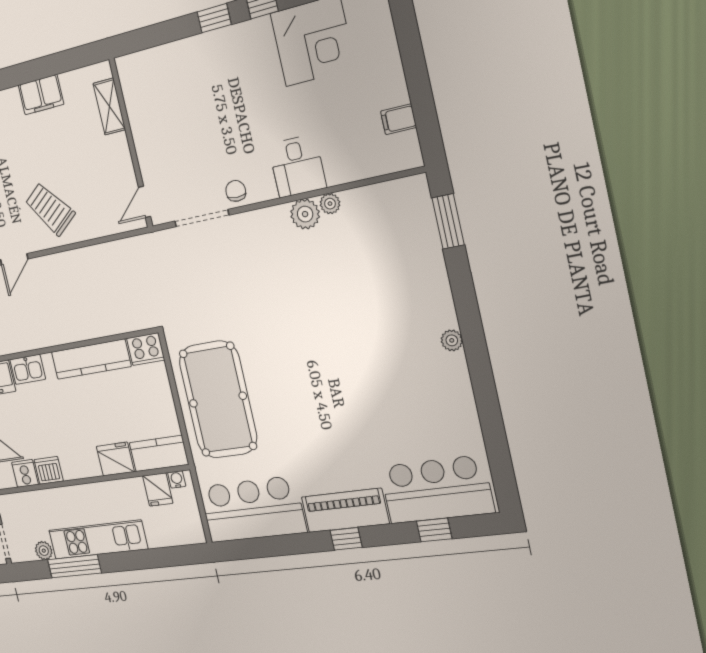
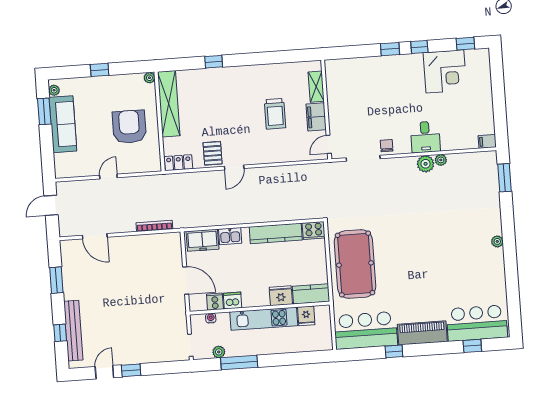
filing cabinet: (41, 95) -> (316, 117), moved, turned 90
filing cabinet: (398, 119) -> (487, 141), moved
trolley: (50, 209) -> (275, 114), moved, turned -142
water cooler: (177, 479) -> (211, 318), moved
window: (346, 539) -> (394, 351), moved
kitchen unit: (98, 540) -> (264, 319), moved, turned 180

